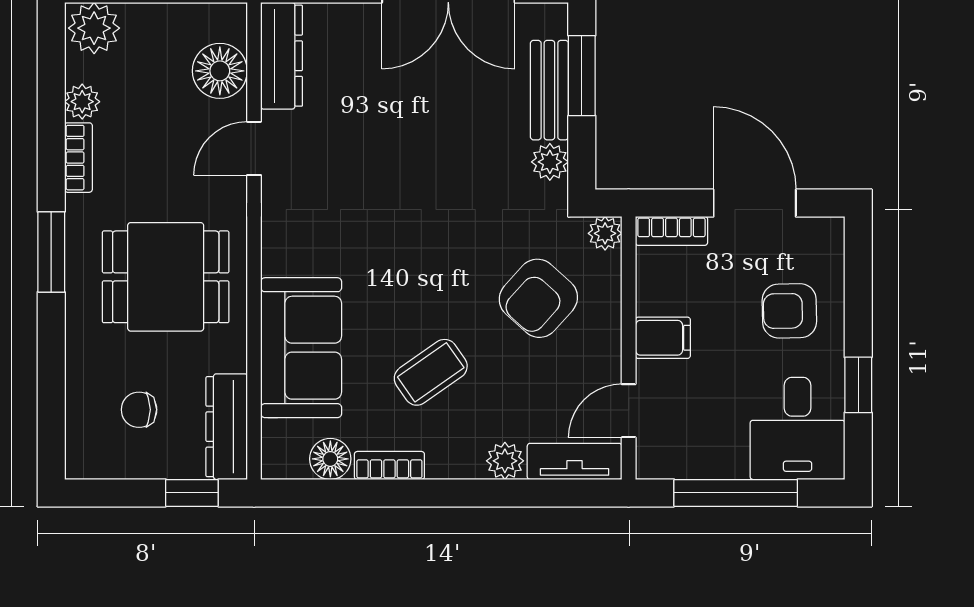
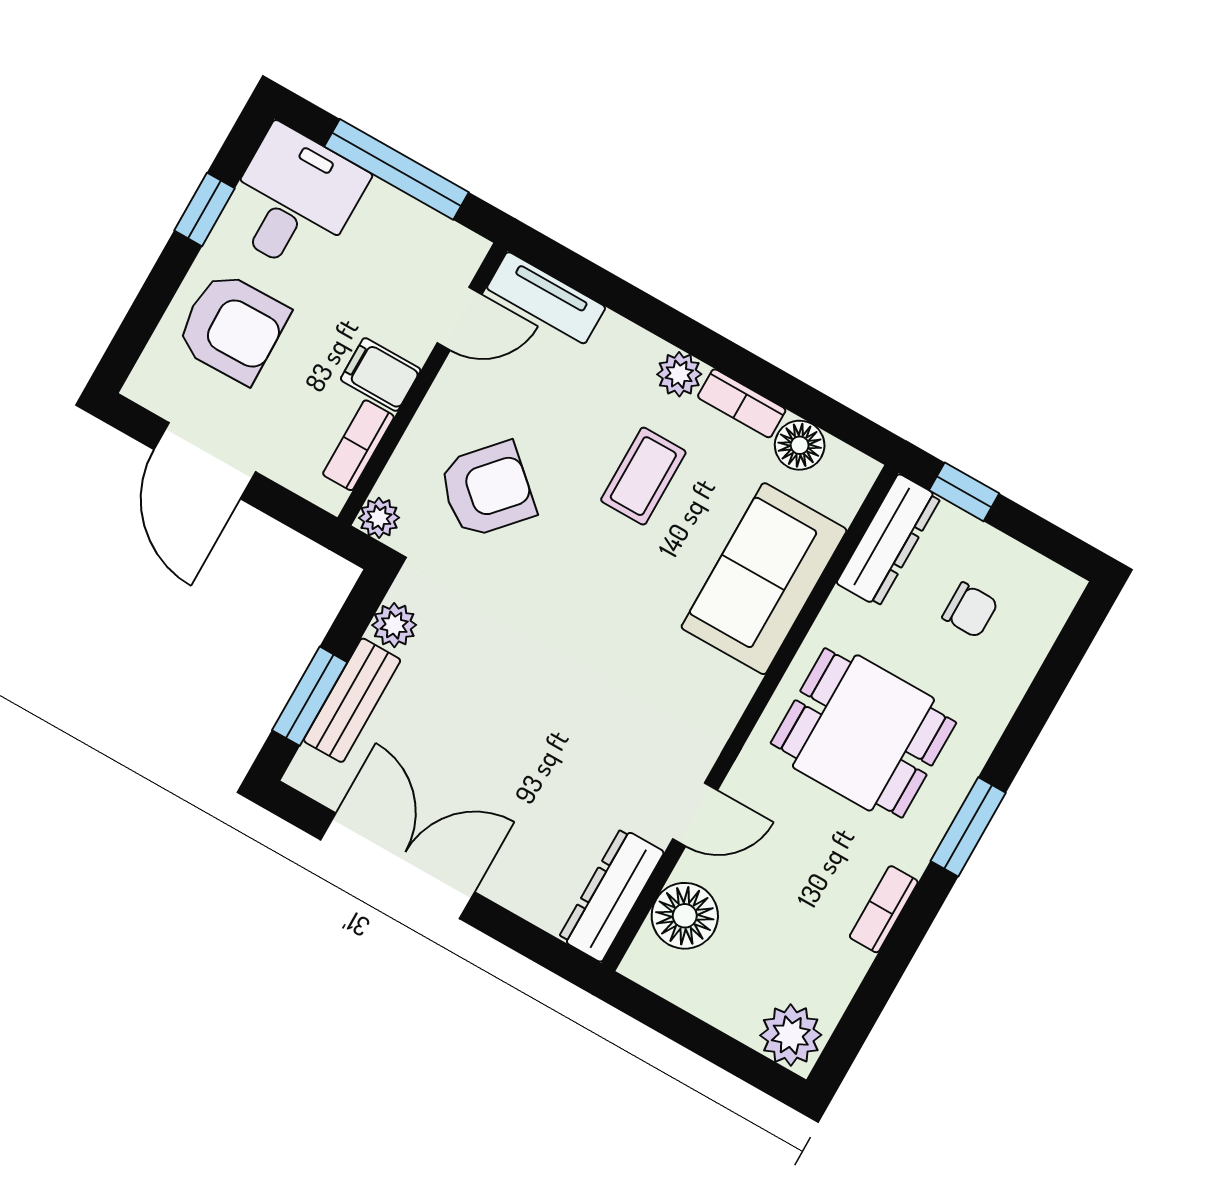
plant: (82, 102) -> (847, 965), removed
bookcase: (671, 231) -> (358, 445), moved, turned -90
armchair: (789, 311) -> (232, 328), width x1.38, depth x1.38
coffee table: (431, 372) -> (643, 476), turned -55
plant: (505, 461) -> (679, 374), moved

